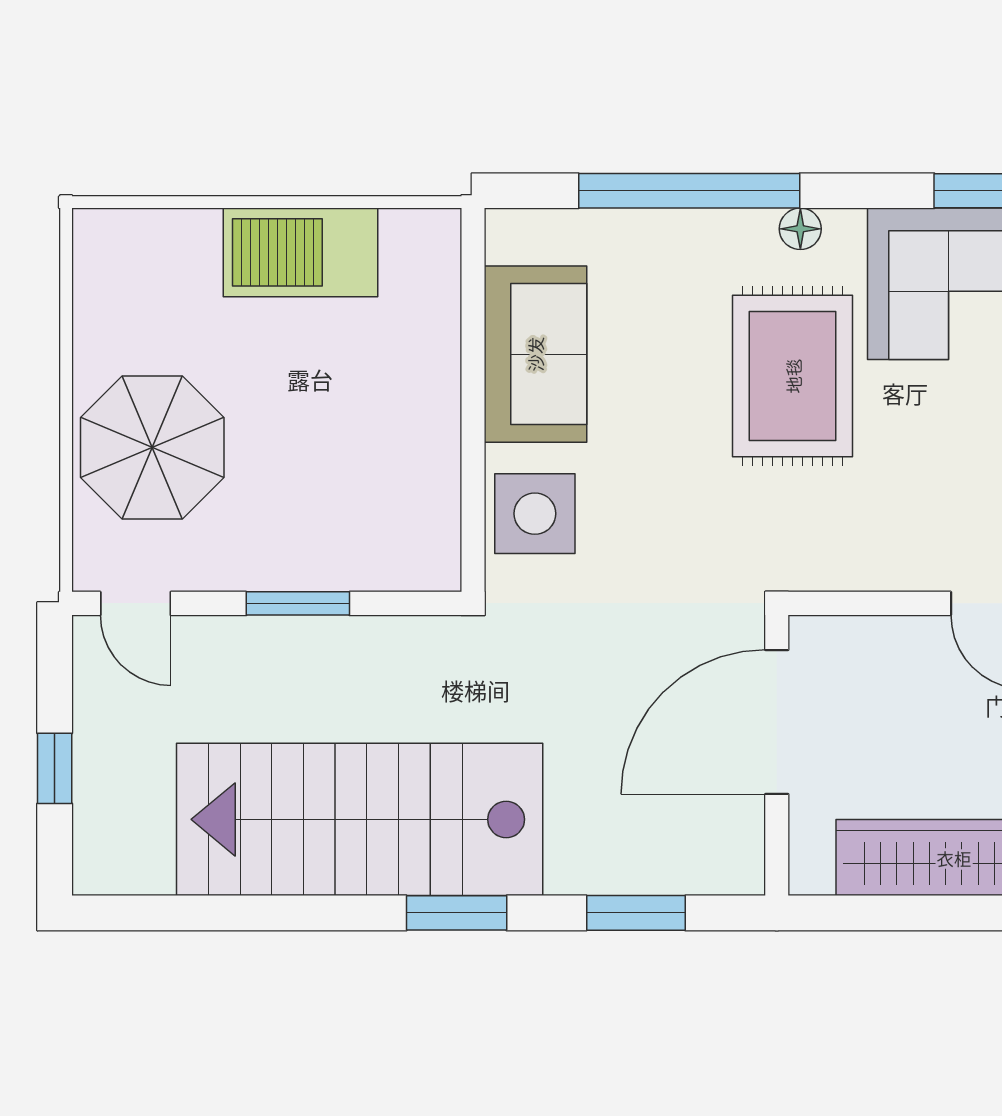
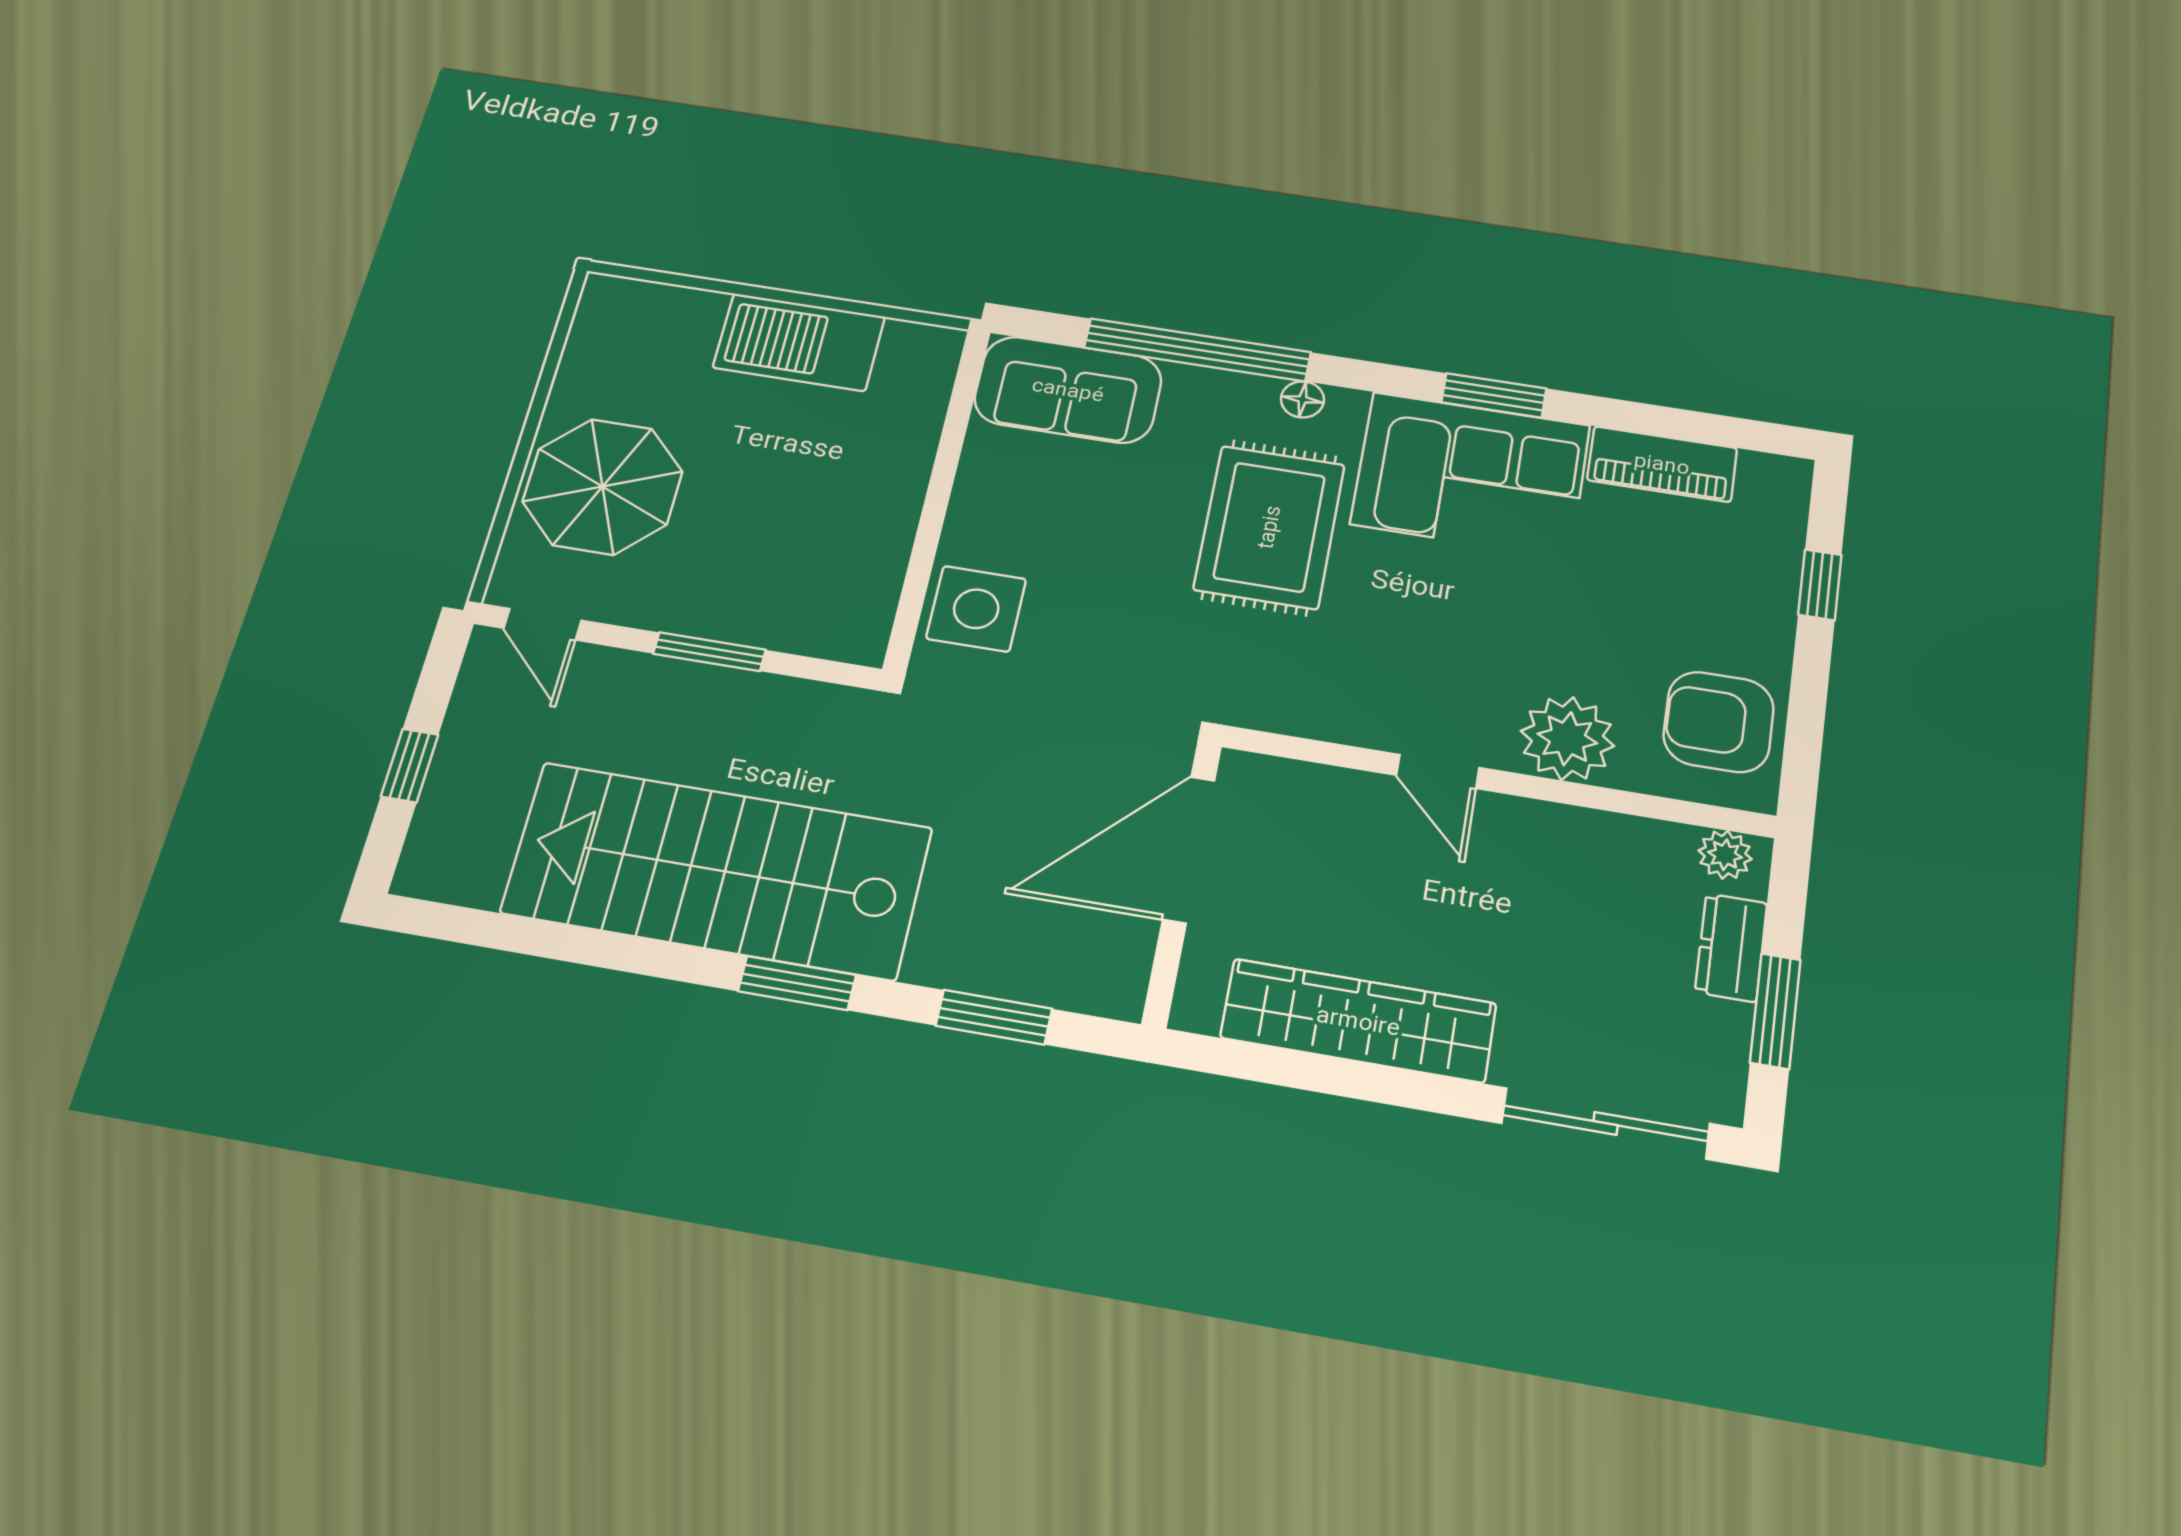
sofa: (535, 354) -> (1068, 390), moved, turned 90

